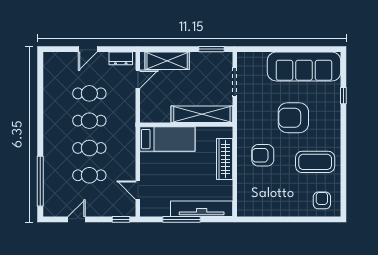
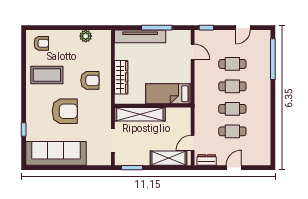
armchair: (322, 200) -> (41, 43), turned -90
plant: (268, 209) -> (86, 36), added

